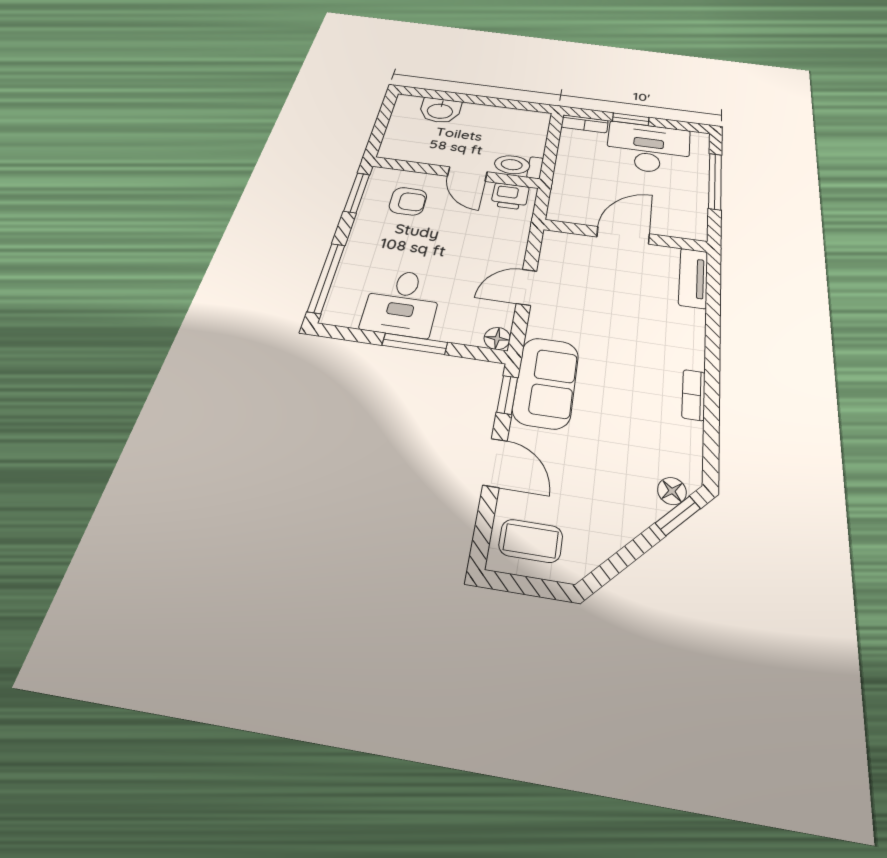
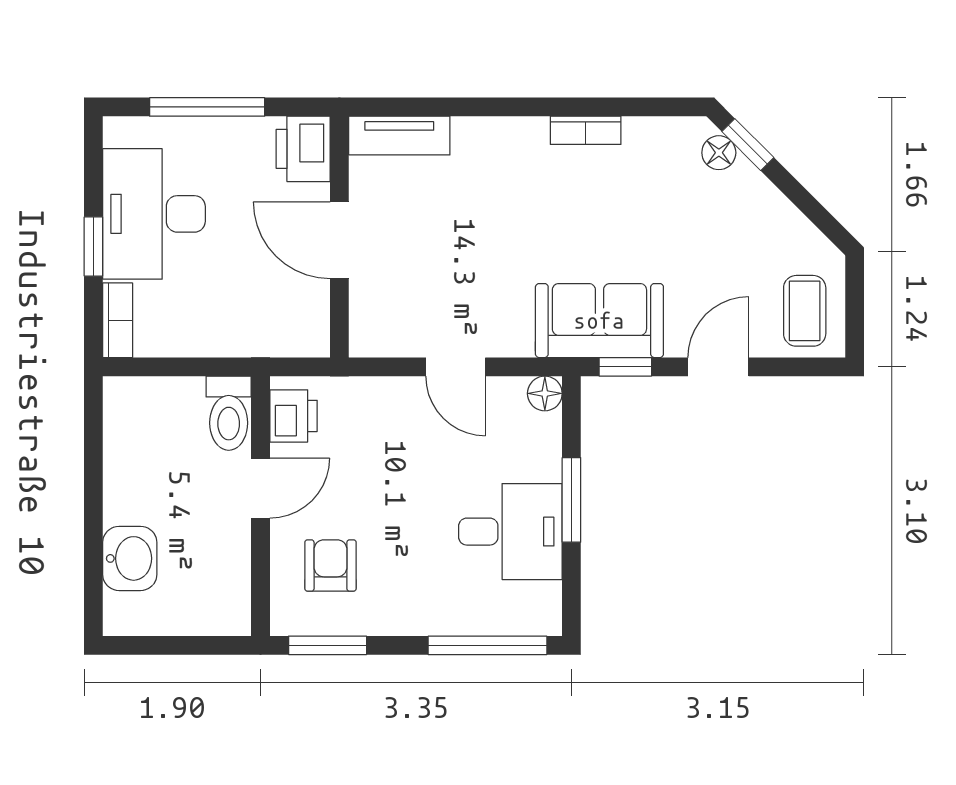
printer: (686, 225) -> (303, 149), added

